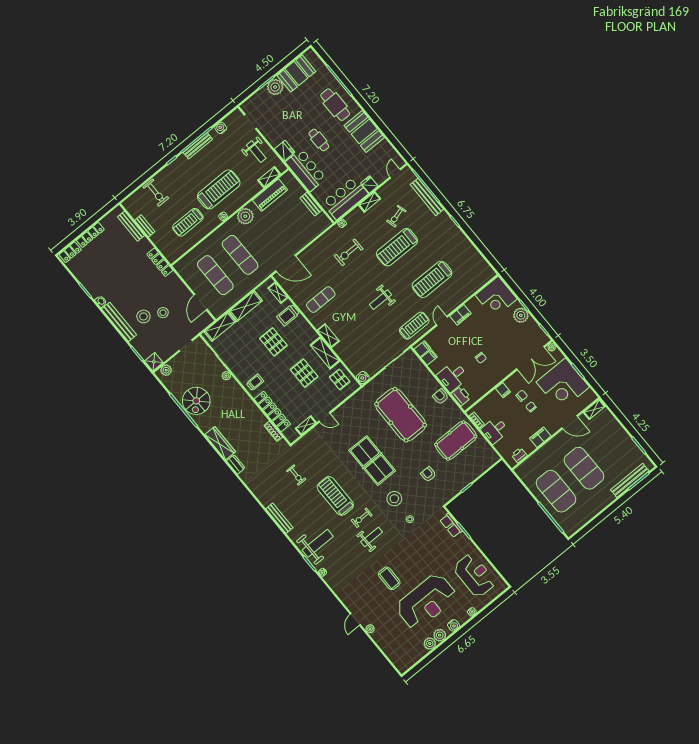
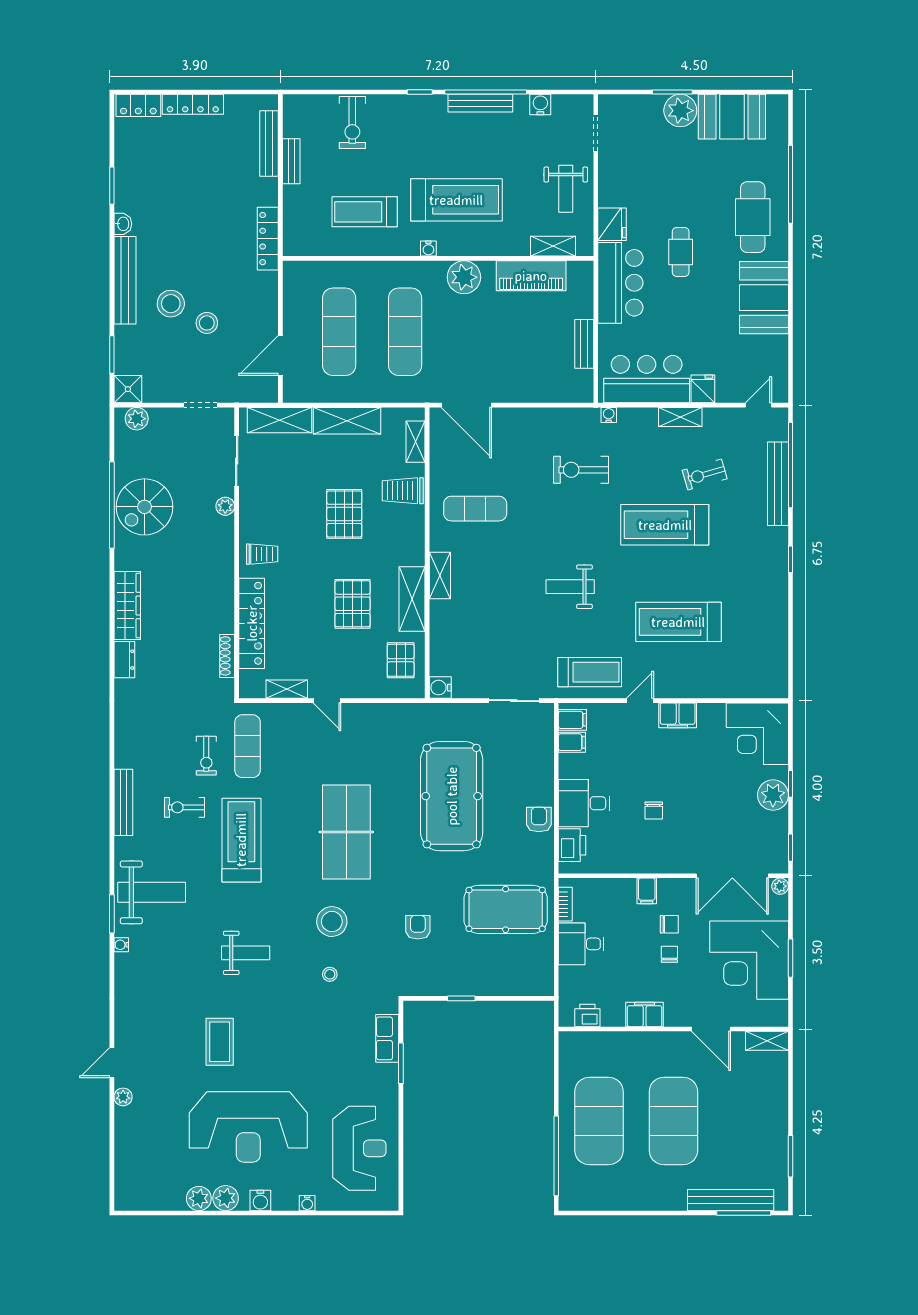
exercise mat: (309, 459) -> (248, 746), added
exercise bike: (362, 518) -> (185, 807), moved

